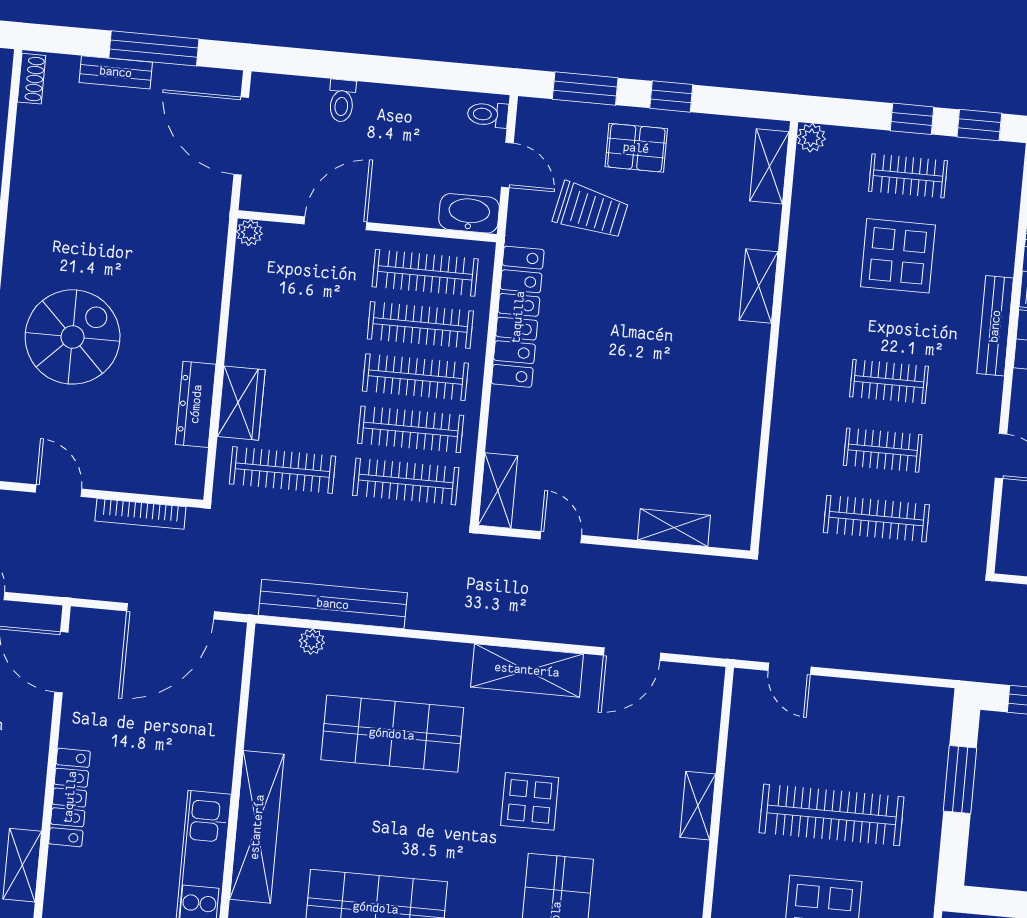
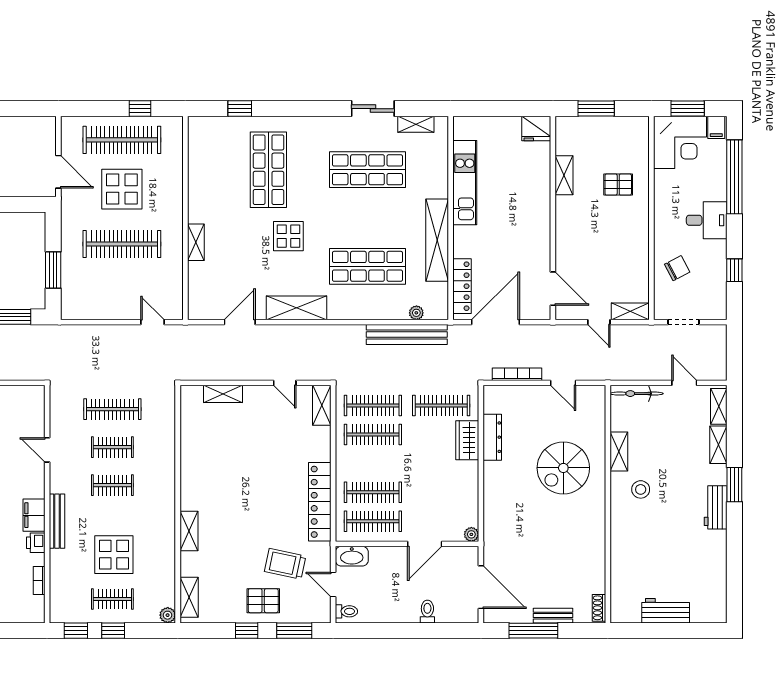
clothes rail: (415, 377) -> (373, 463), removed
locker: (70, 797) -> (462, 286), moved, turned 180
shelving: (257, 827) -> (437, 240), moved

